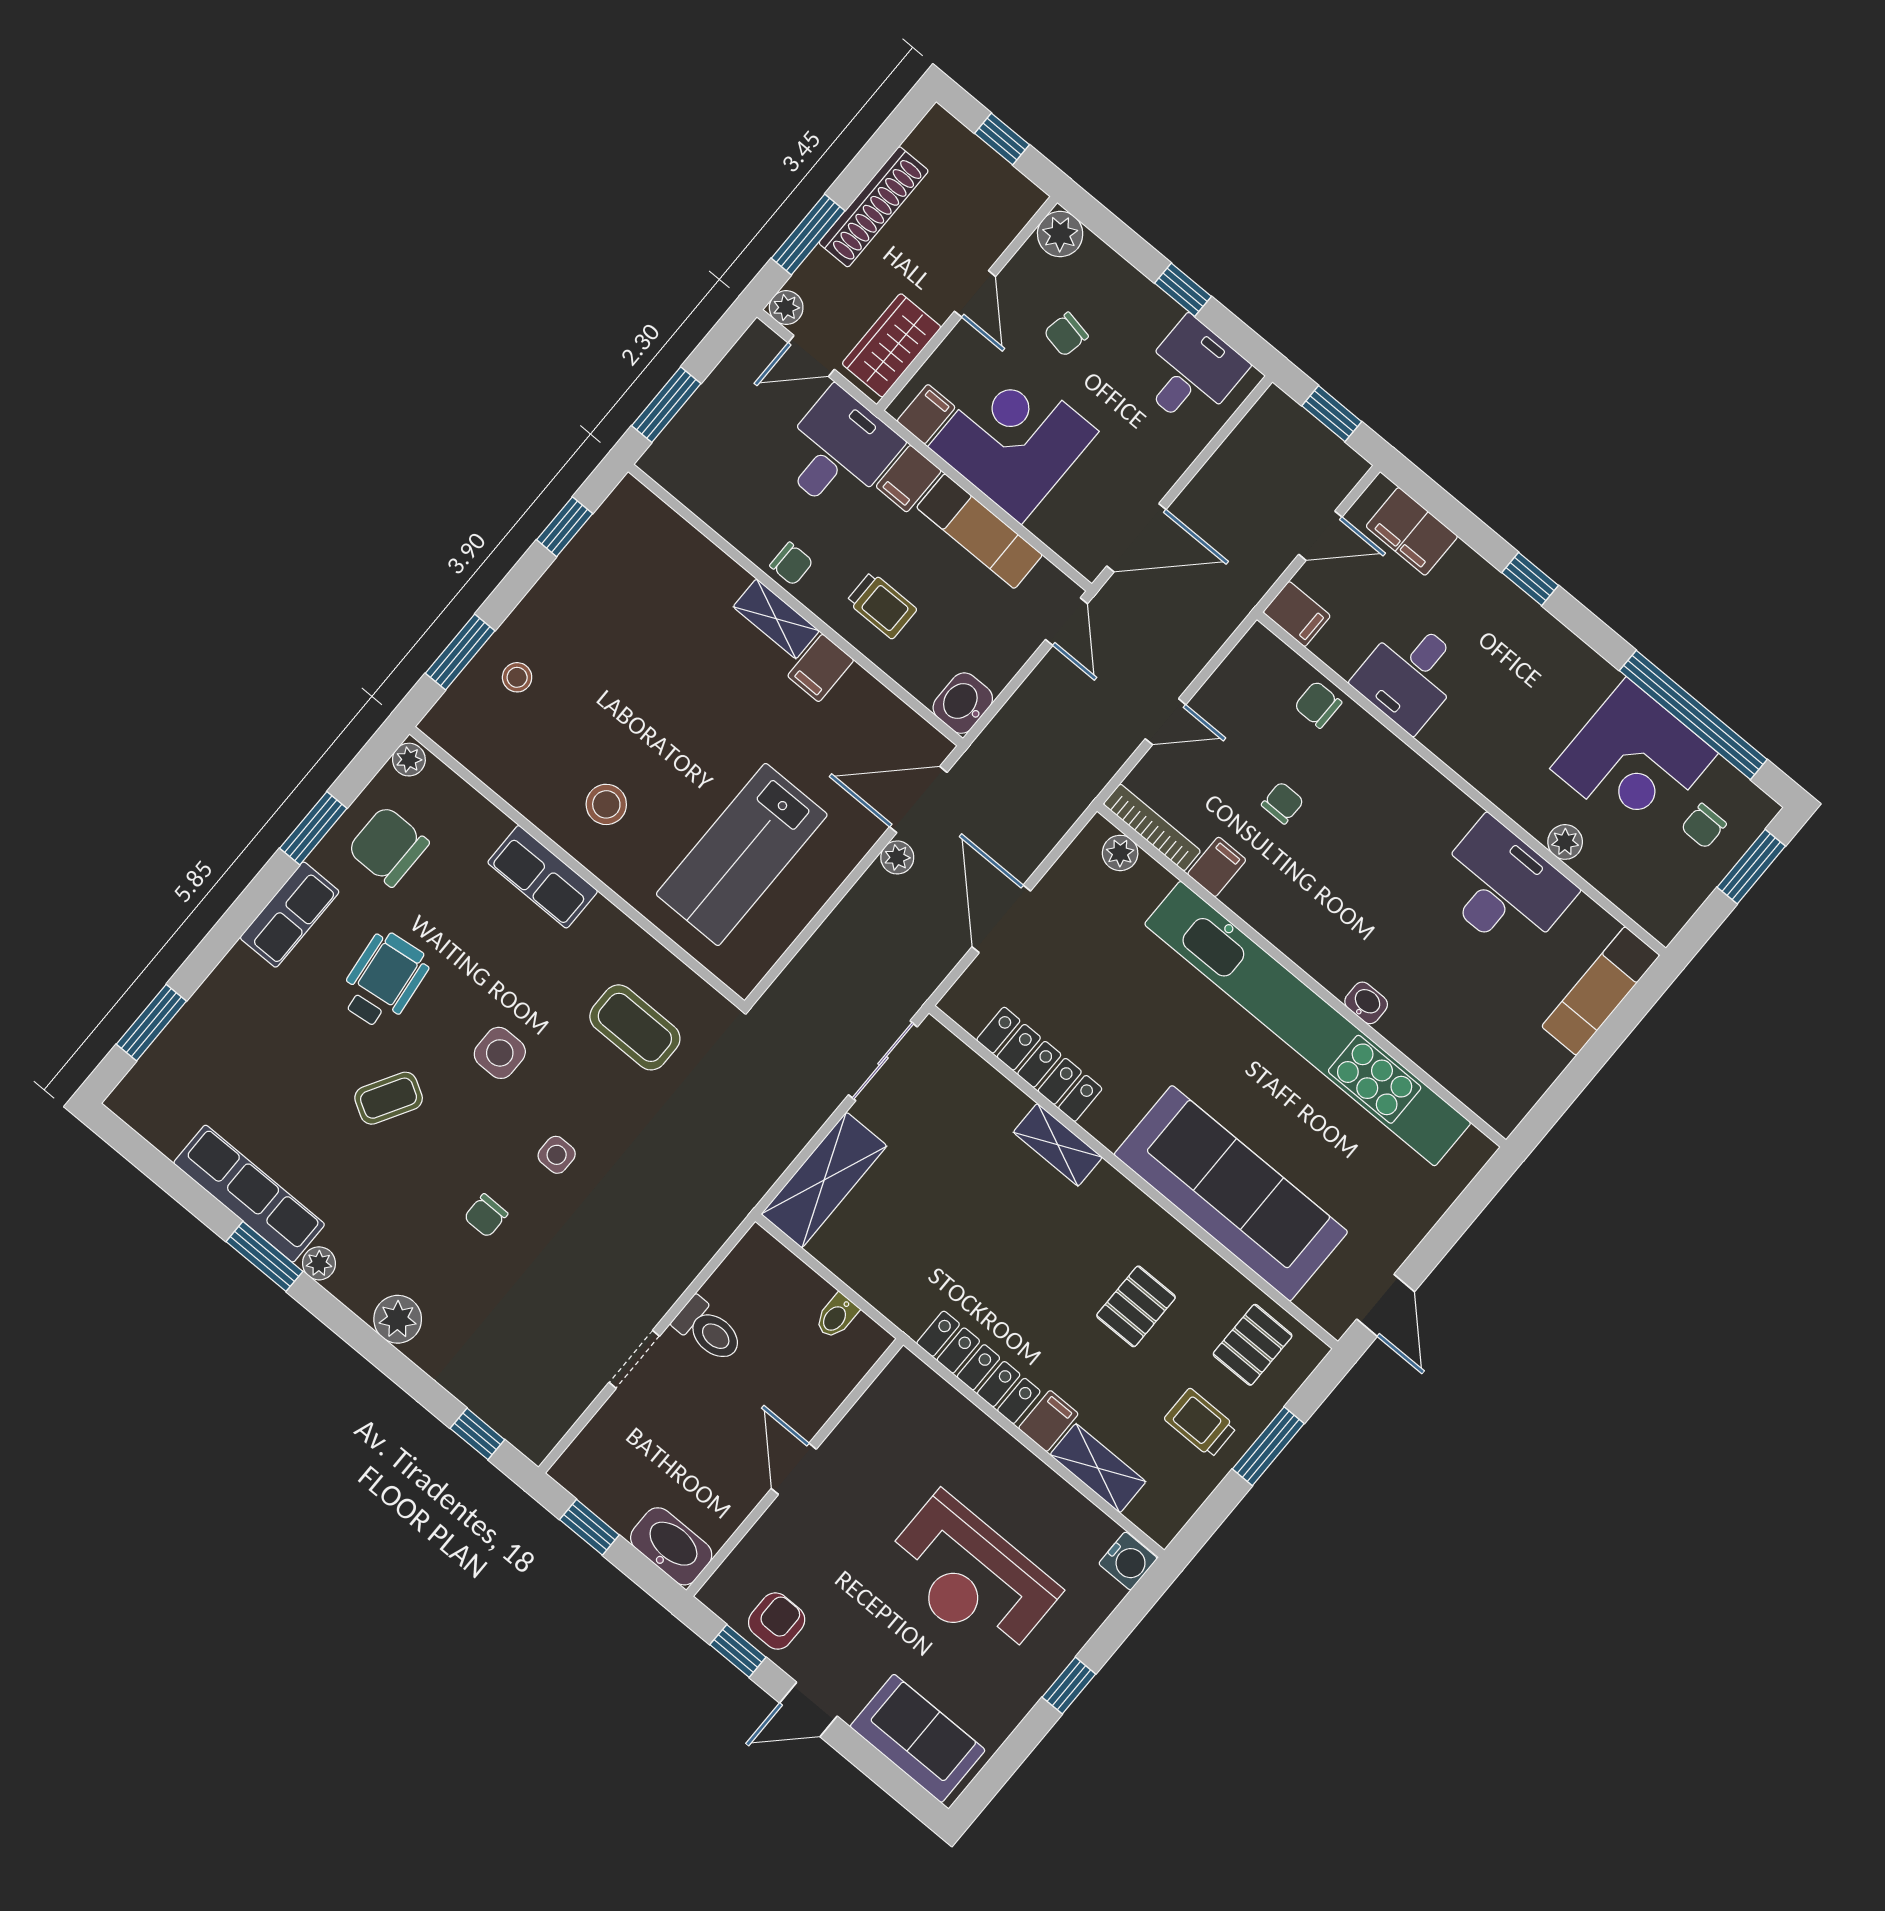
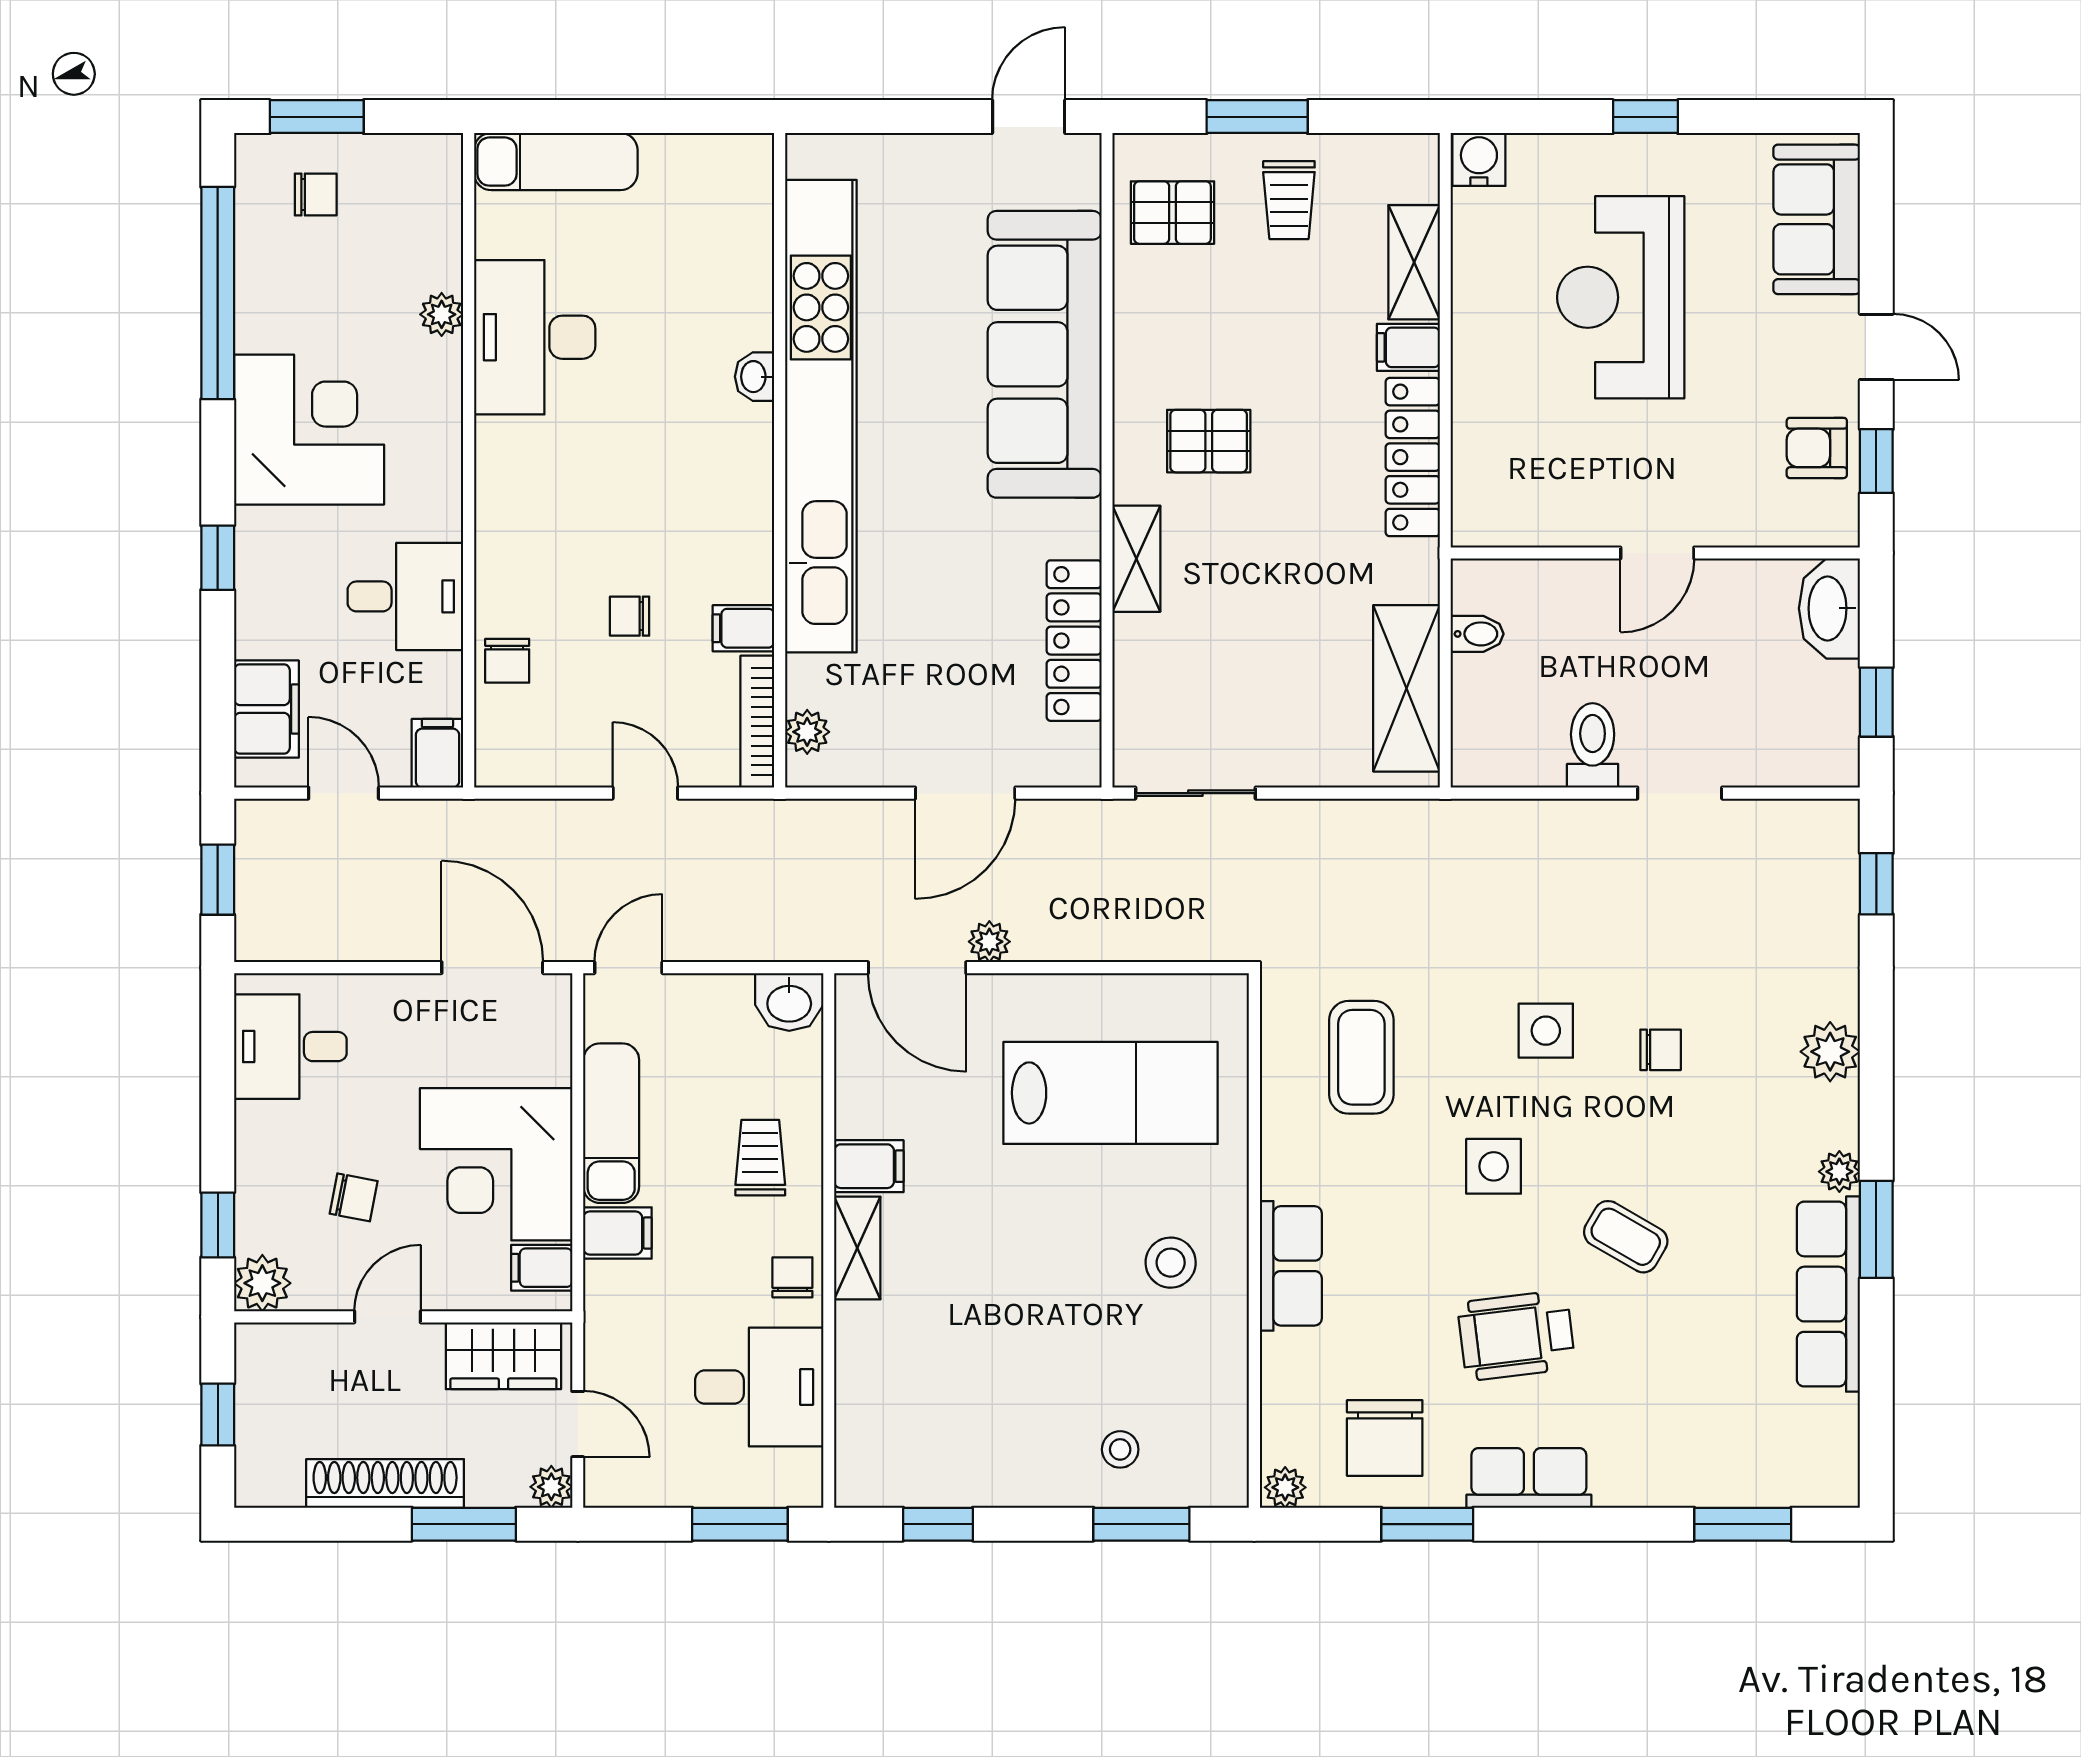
window: (1183, 290) -> (218, 1225), moved
desk: (838, 451) -> (759, 1387), moved, turned 180
corner desk: (1634, 761) -> (309, 430), moved
side table: (557, 1155) -> (1546, 1031), width x1.37, depth x1.37
shelving: (824, 1180) -> (1407, 688), moved, turned 90
pallet: (1136, 1306) -> (1209, 441), moved
reception desk: (970, 1577) -> (1621, 297), turned 180

